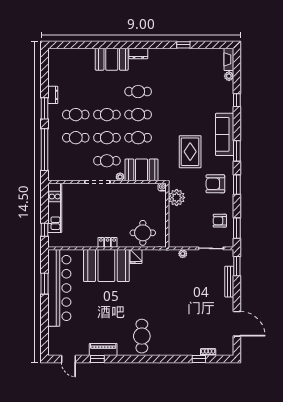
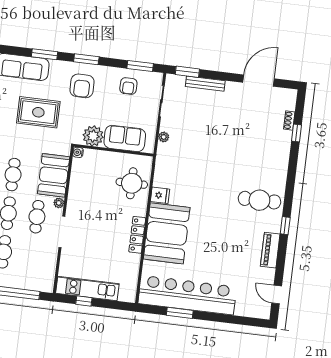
sofa: (178, 223) -> (125, 139), added
window: (44, 230) -> (84, 301), moved
locker: (108, 242) -> (137, 235), width x1.53
door: (68, 359) -> (277, 295), swing flipped
window: (97, 359) -> (285, 226), moved

